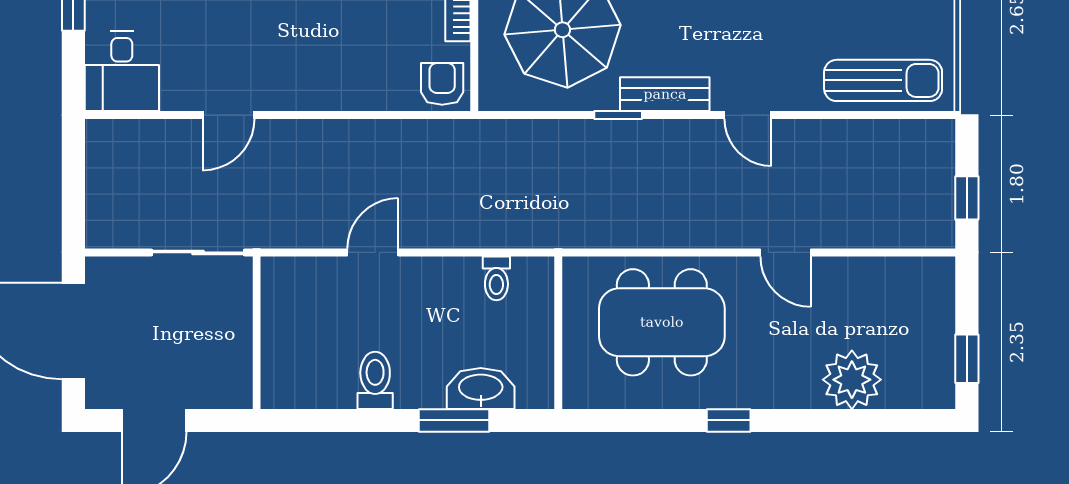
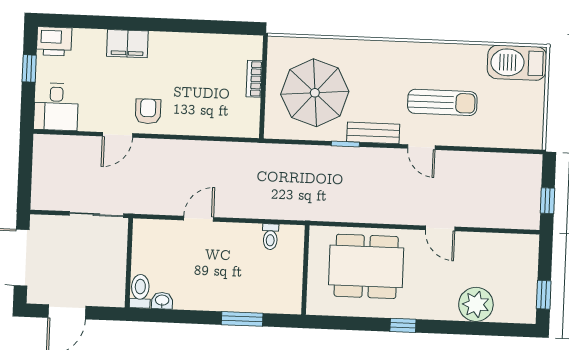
sun lounger: (883, 80) -> (442, 102), moved
armchair: (442, 84) -> (148, 111), moved
toilet: (375, 380) -> (140, 291), moved
washbasin: (481, 388) -> (162, 301), moved, width x0.52, depth x0.69

